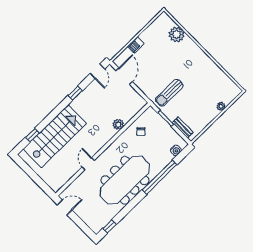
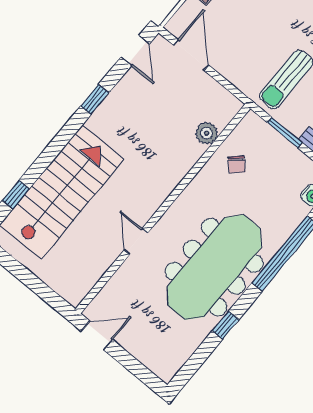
plant: (118, 124) -> (207, 133), moved
window: (110, 226) -> (226, 325), moved

